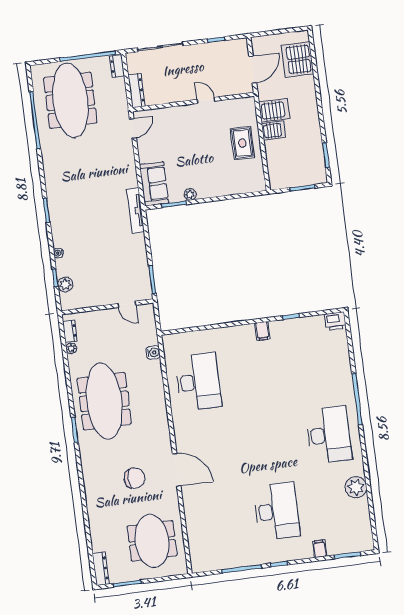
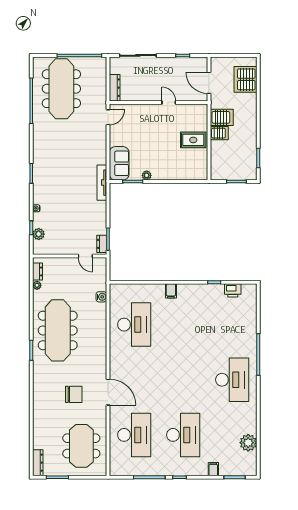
dresser: (117, 66) -> (102, 244), moved
door: (253, 70) -> (209, 83), swing flipped
rug: (242, 143) -> (193, 140), turned 90
printer: (335, 321) -> (233, 290), moved
filing cabinet: (262, 331) -> (171, 291), moved
plant: (356, 487) -> (248, 443), moved
desk: (216, 519) -> (134, 435), added

